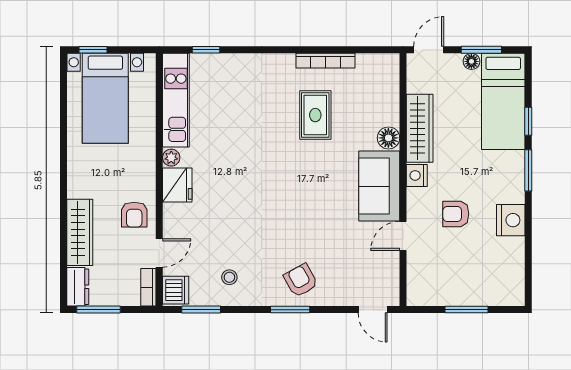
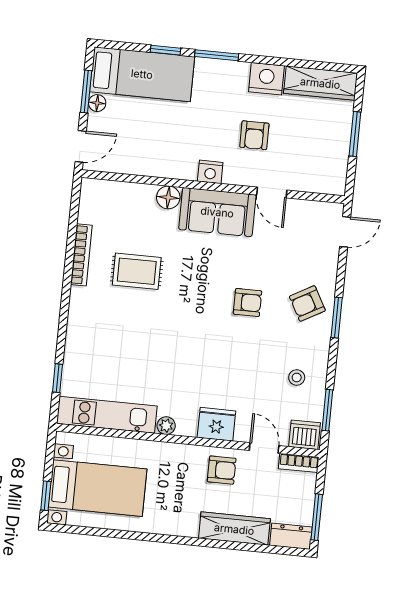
door: (429, 50) -> (81, 146), swing flipped
wardrobe: (420, 128) -> (320, 83), moved, turned 180
fridge: (177, 185) -> (216, 424), moved
armchair: (296, 223) -> (247, 302), added

